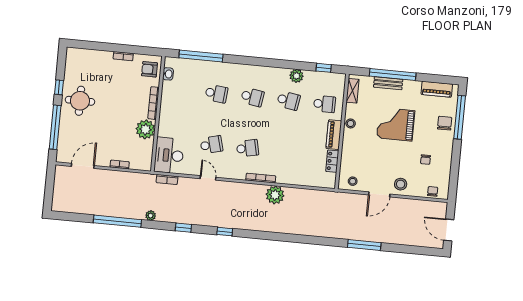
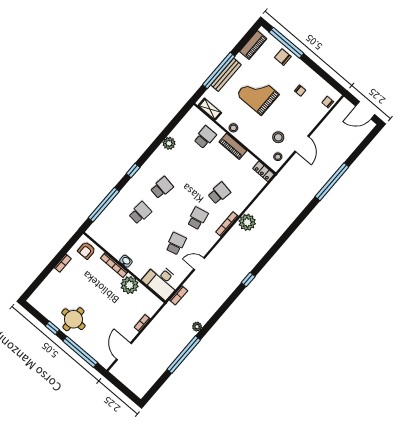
window: (324, 68) -> (133, 170), moved
washbasin: (168, 74) -> (126, 261), moved
bench: (388, 83) -> (226, 75), width x1.36
school desk: (288, 101) -> (219, 193), moved
grand piano: (396, 124) -> (258, 94), turned 90
locker: (332, 161) -> (263, 171), moved
stool: (401, 184) -> (278, 137), moved
window: (183, 228) -> (223, 308), removed
window: (364, 245) -> (332, 182), width x1.46

